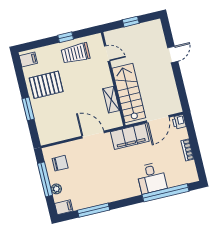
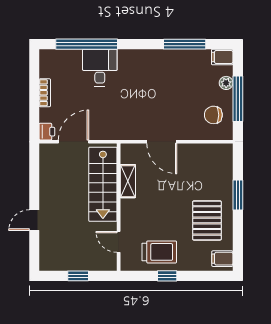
pallet: (46, 85) -> (207, 220), turned 90
filing cabinet: (130, 136) -> (115, 128), removed

